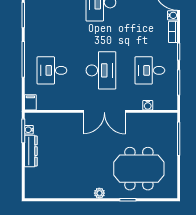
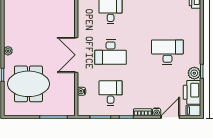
meeting table: (139, 169) -> (28, 84), turned 90

